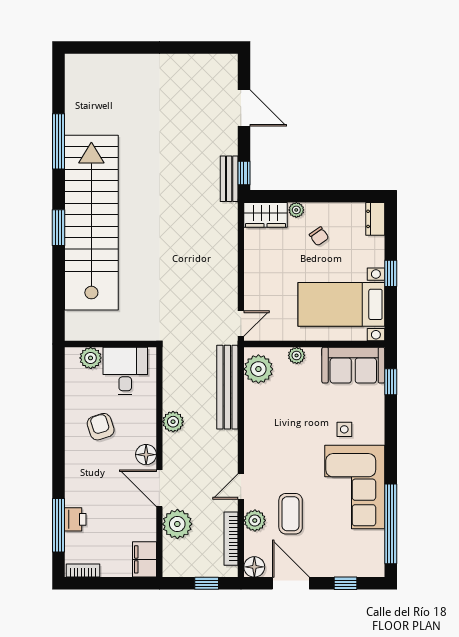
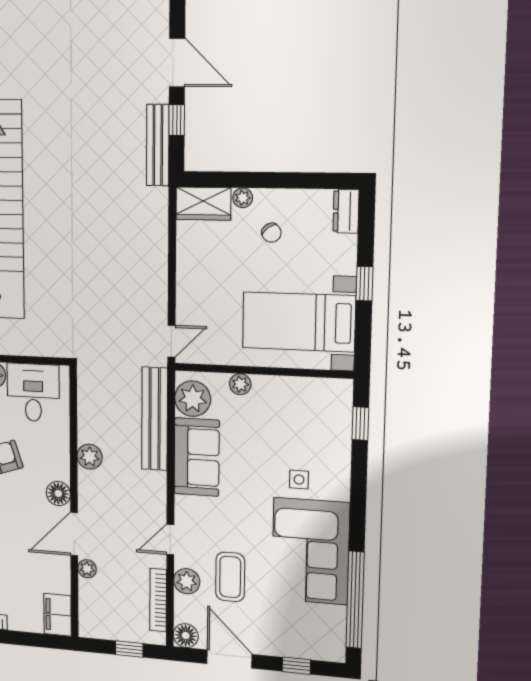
window: (244, 173) -> (177, 120), moved
bench: (229, 179) -> (158, 145), width x1.36
sofa: (353, 365) -> (197, 457), moved, turned -90
door: (159, 488) -> (74, 534), hinge flipped
plant: (177, 524) -> (87, 569), width x0.53, depth x0.53

